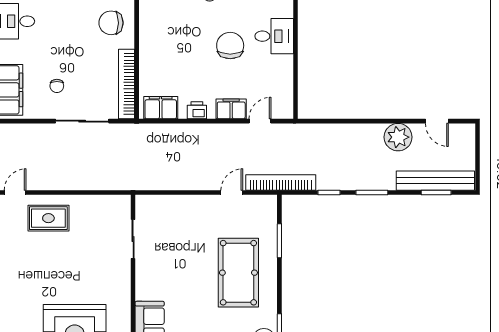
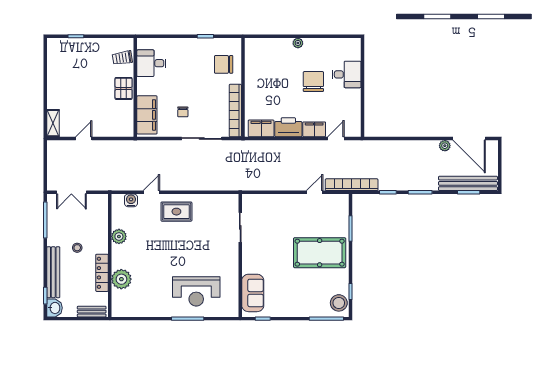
printer: (197, 110) -> (288, 127), width x1.87, depth x1.48
door: (437, 121) -> (469, 138), width x1.87
plant: (398, 137) -> (445, 146), width x0.53, depth x0.53
pool table: (238, 273) -> (320, 253), turned 90

